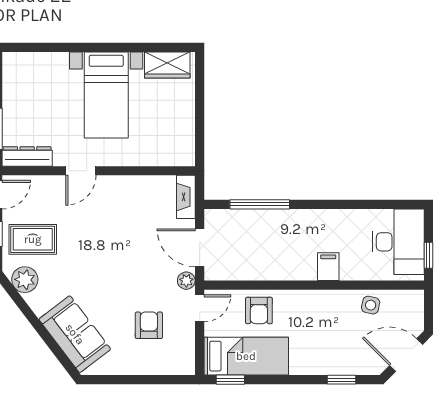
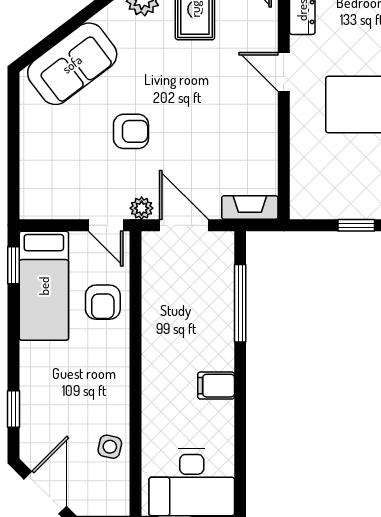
window: (200, 115) -> (356, 225), added
door: (200, 248) -> (184, 225), hinge flipped
filing cabinet: (328, 267) -> (216, 386), moved, turned 180
armchair: (259, 311) -> (103, 302), turned -90
armchair: (149, 325) -> (131, 131), moved

